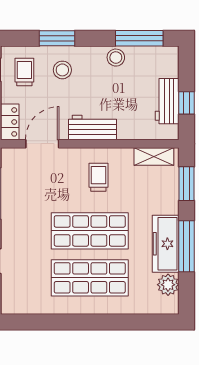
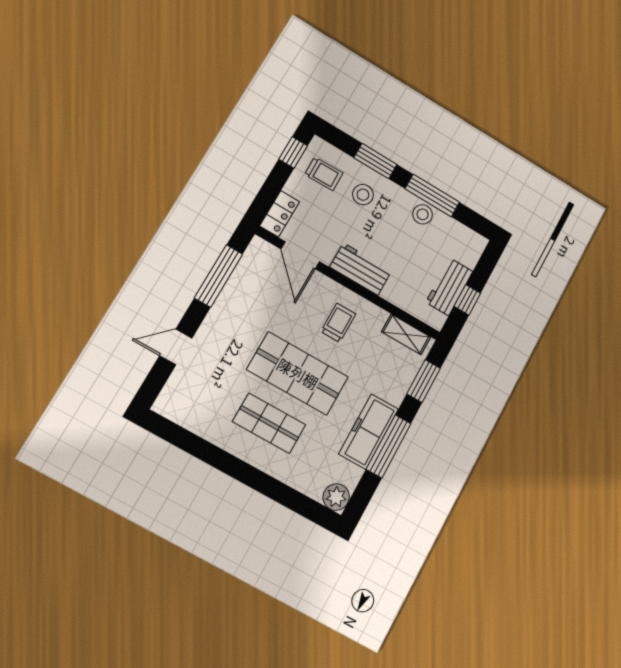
window: (139, 38) -> (432, 195), moved
trolley: (24, 72) -> (324, 174), turned 89
door: (42, 144) -> (300, 255), swing flipped
shop shelf: (90, 278) -> (269, 423), width x0.70, depth x0.74
plant: (168, 285) -> (336, 497), moved

